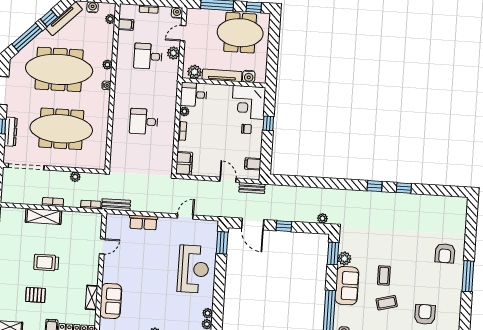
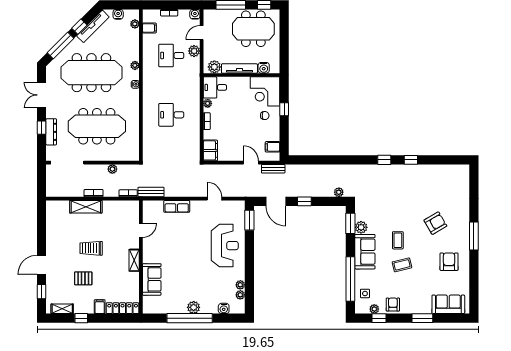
door: (185, 217) -> (214, 199), hinge flipped
armchair: (445, 253) -> (435, 223), moved, turned -121
shelving: (92, 297) -> (134, 260), moved
armchair: (425, 314) -> (449, 262), moved

